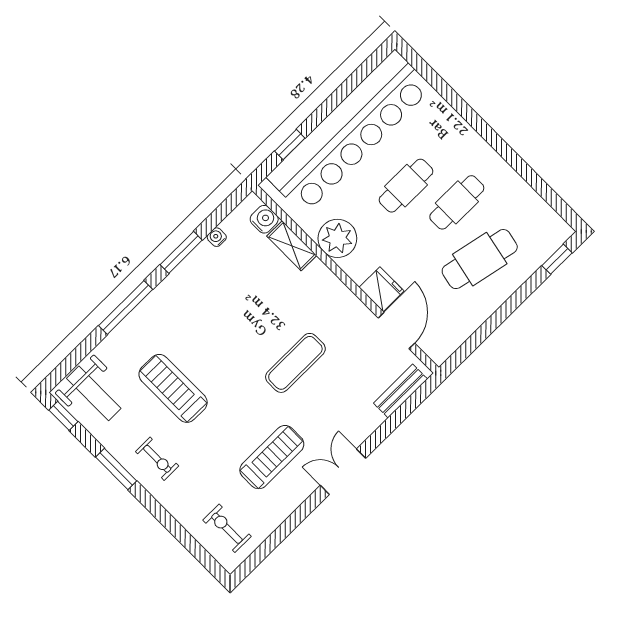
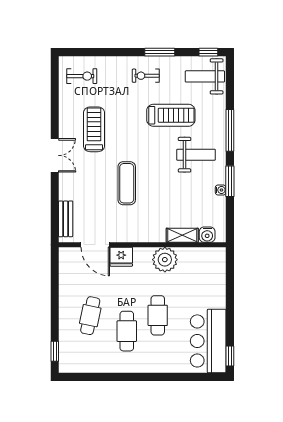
bar counter: (349, 132) -> (208, 341), width x0.54
window: (290, 145) -> (230, 356), moved
water cooler: (217, 237) -> (221, 190), moved
cafe table: (480, 259) -> (90, 316), width x0.73, depth x0.74
weight bench: (189, 318) -> (196, 155), added
treadmill: (272, 457) -> (94, 129), turned 180

